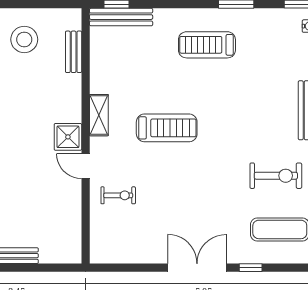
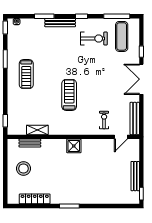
bench: (121, 17) -> (135, 119), moved
shelving: (99, 115) -> (37, 130), moved
door: (86, 166) -> (121, 137), moved
exercise bike: (276, 176) -> (94, 39), turned 90

